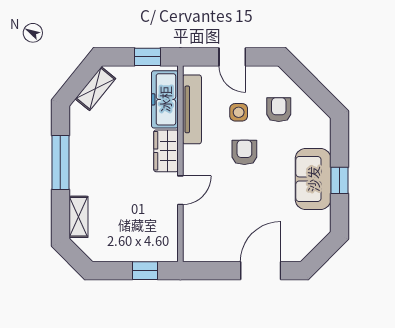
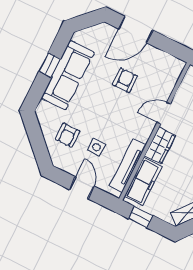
armchair: (244, 152) -> (125, 80), moved, turned 180
sofa: (313, 179) -> (68, 75), width x1.36

